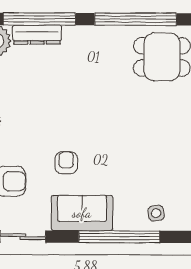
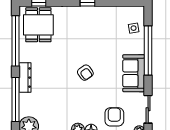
dresser: (37, 35) -> (25, 78), moved
armchair: (66, 163) -> (85, 73), moved, turned -125

